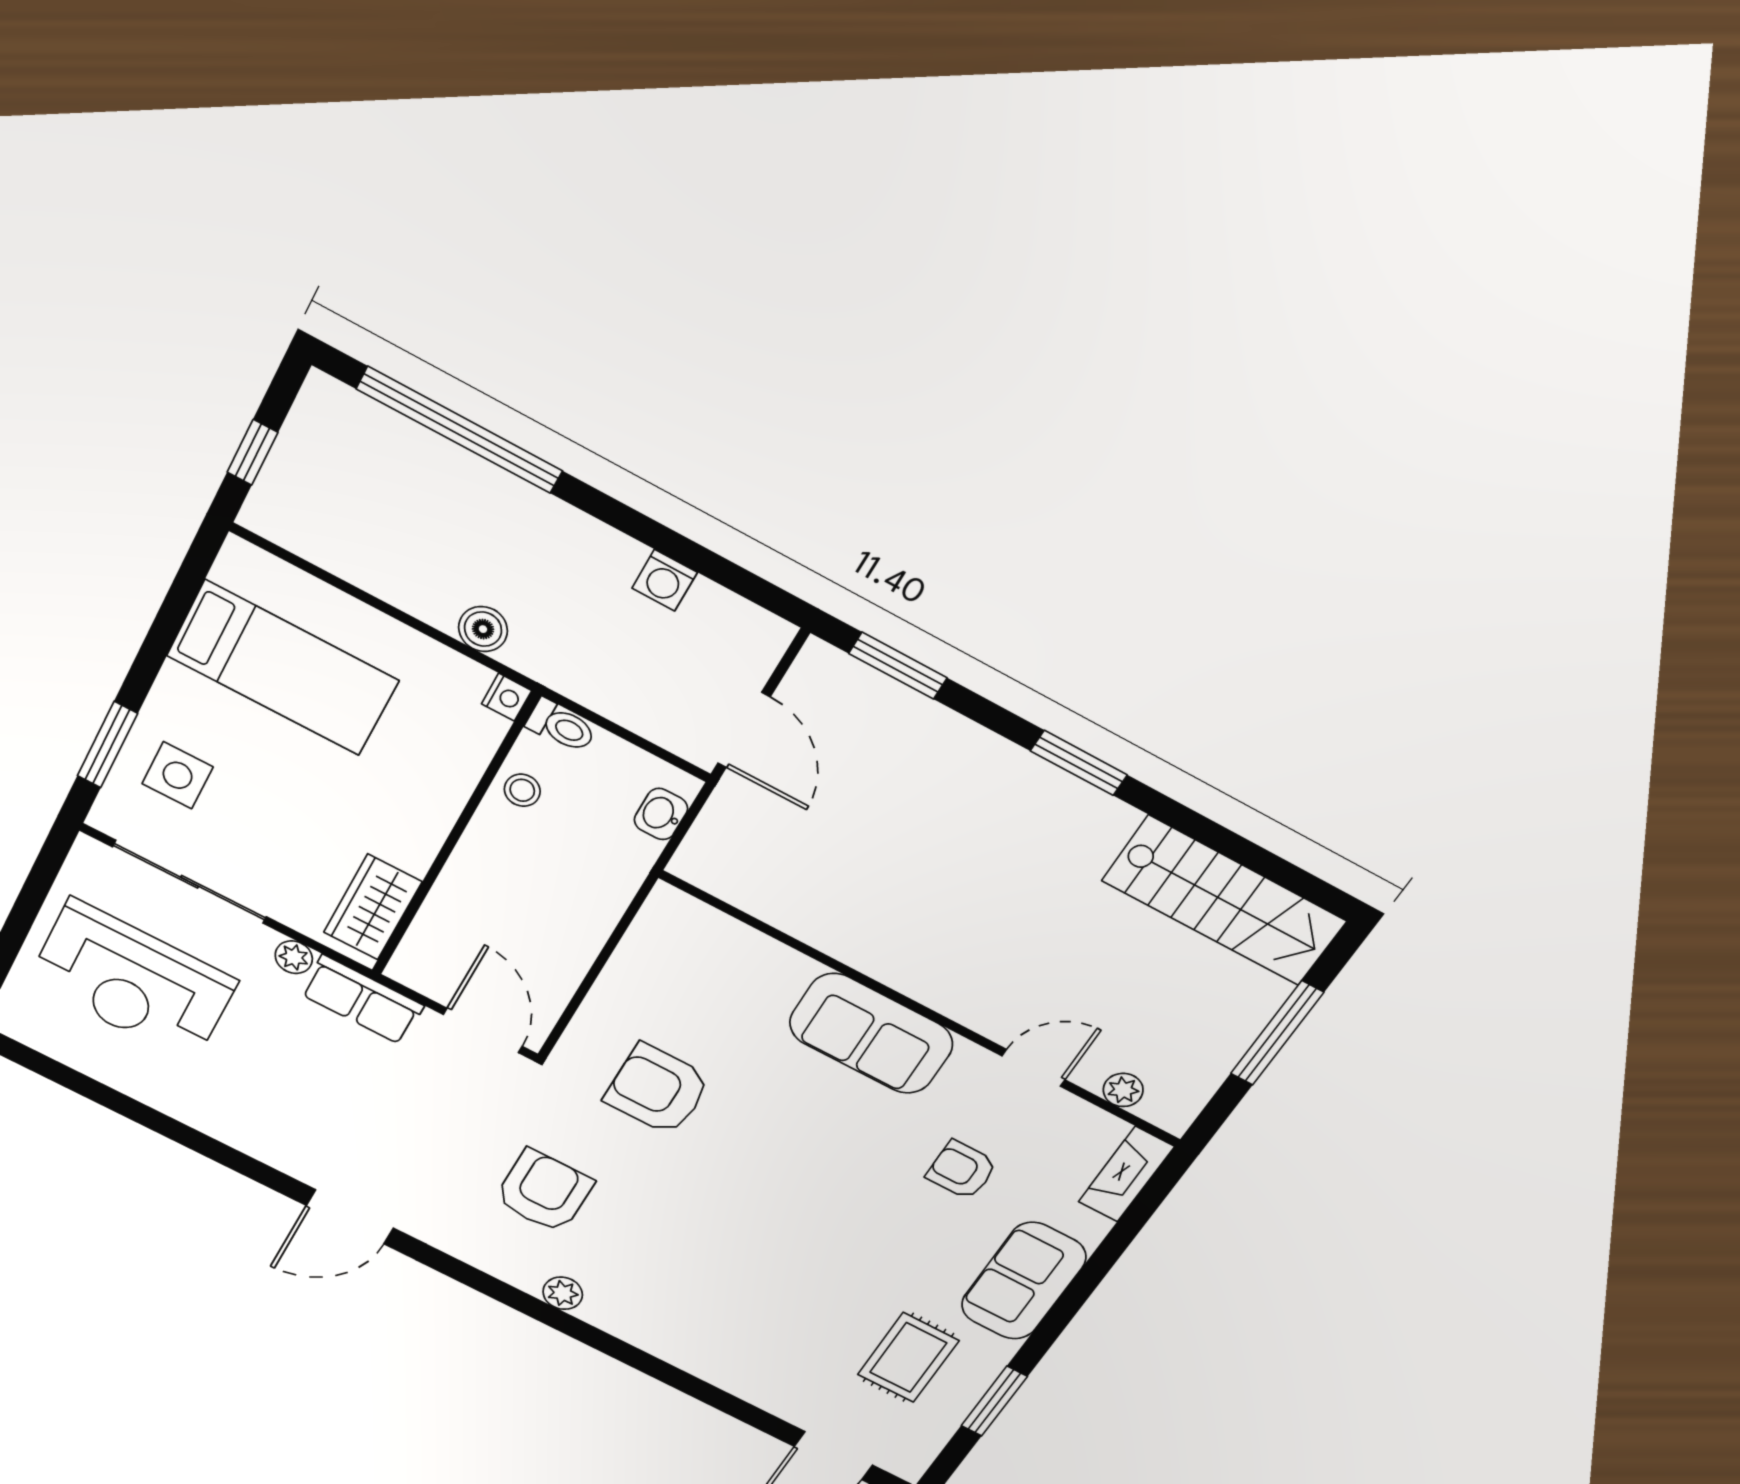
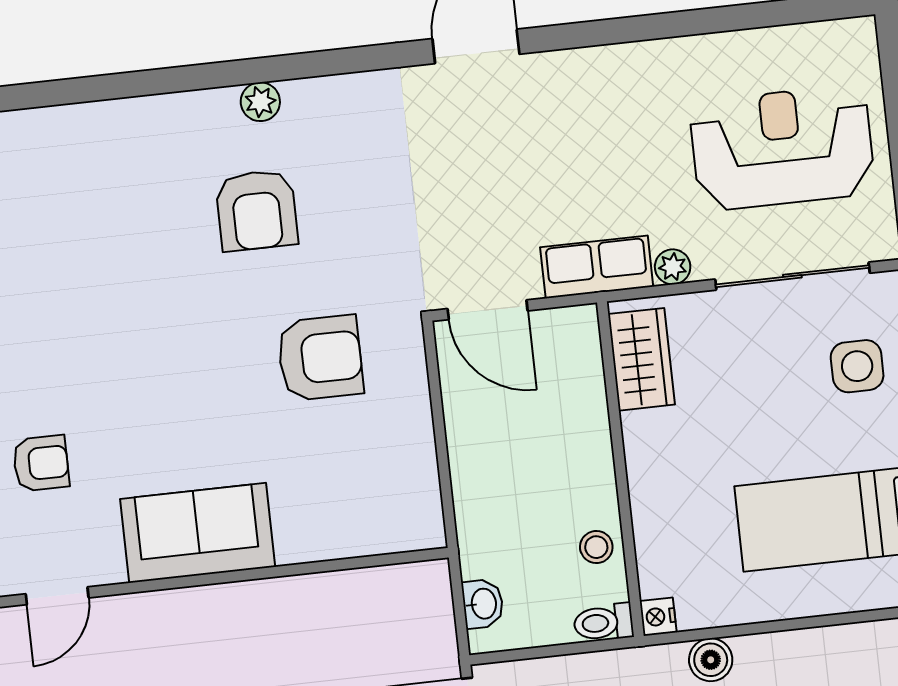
armchair: (544, 1191) -> (257, 210), moved

